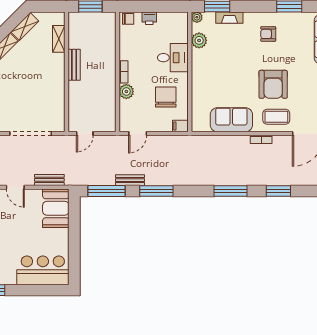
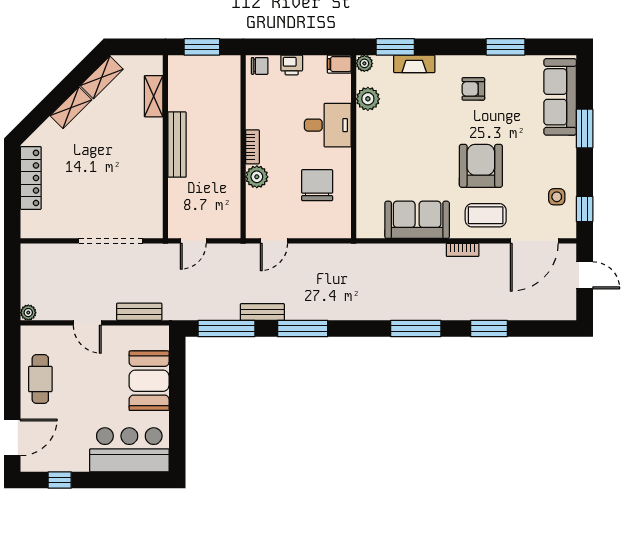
bench: (74, 65) -> (177, 145), width x1.36
armchair: (273, 84) -> (481, 166), turned 180
filing cabinet: (180, 126) -> (339, 64), moved
booth: (56, 208) -> (149, 381), moved

